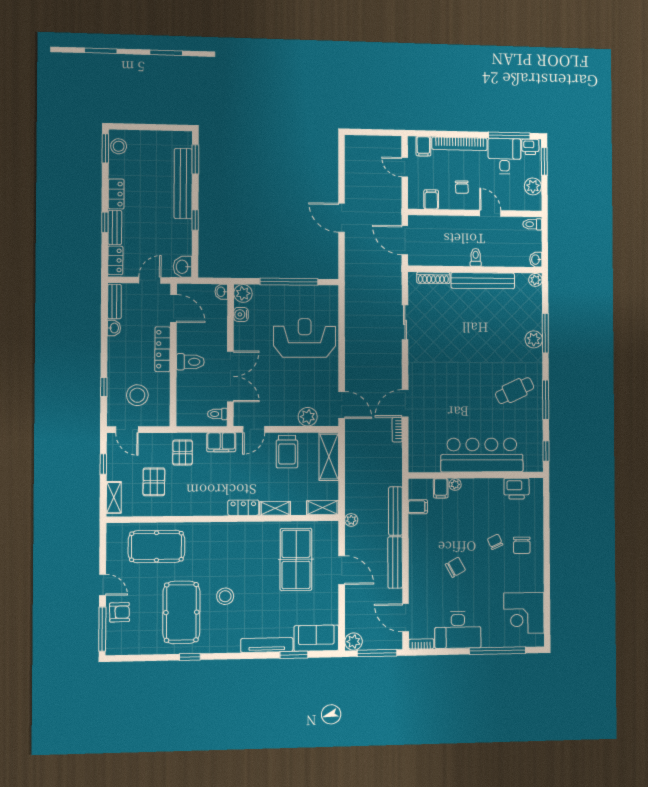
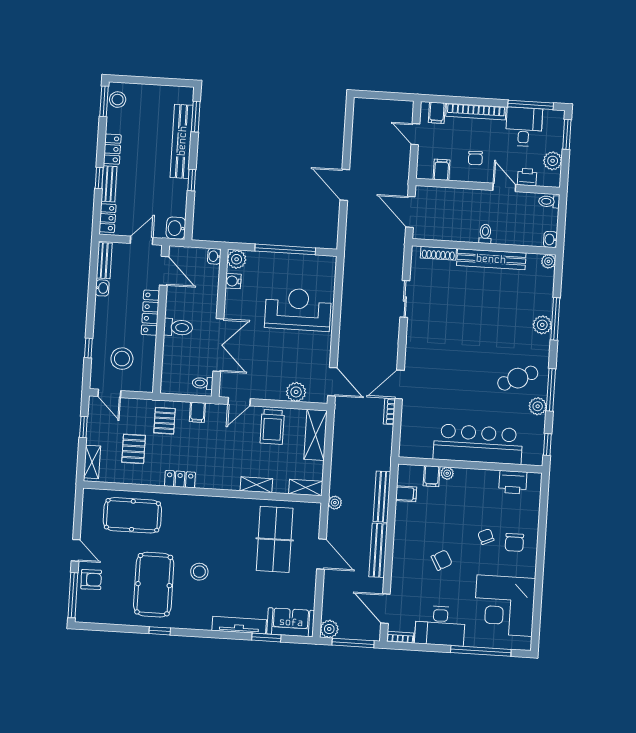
printer: (530, 147) -> (527, 177), moved, turned 180
plant: (535, 416) -> (538, 406), added
filing cabinet: (221, 442) -> (197, 412), width x0.50
locker: (243, 508) -> (180, 479), moved
corner desk: (524, 613) -> (505, 606), width x1.36, depth x1.36

